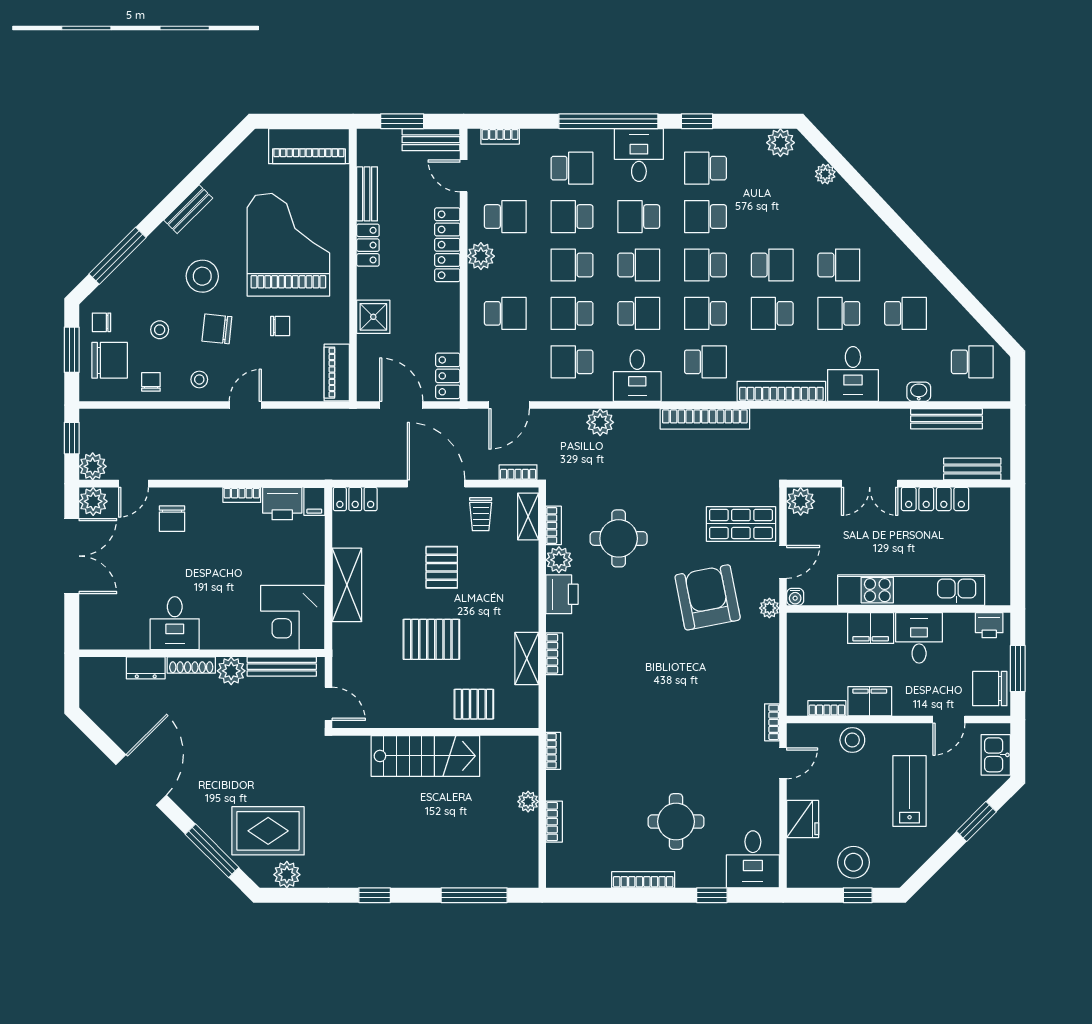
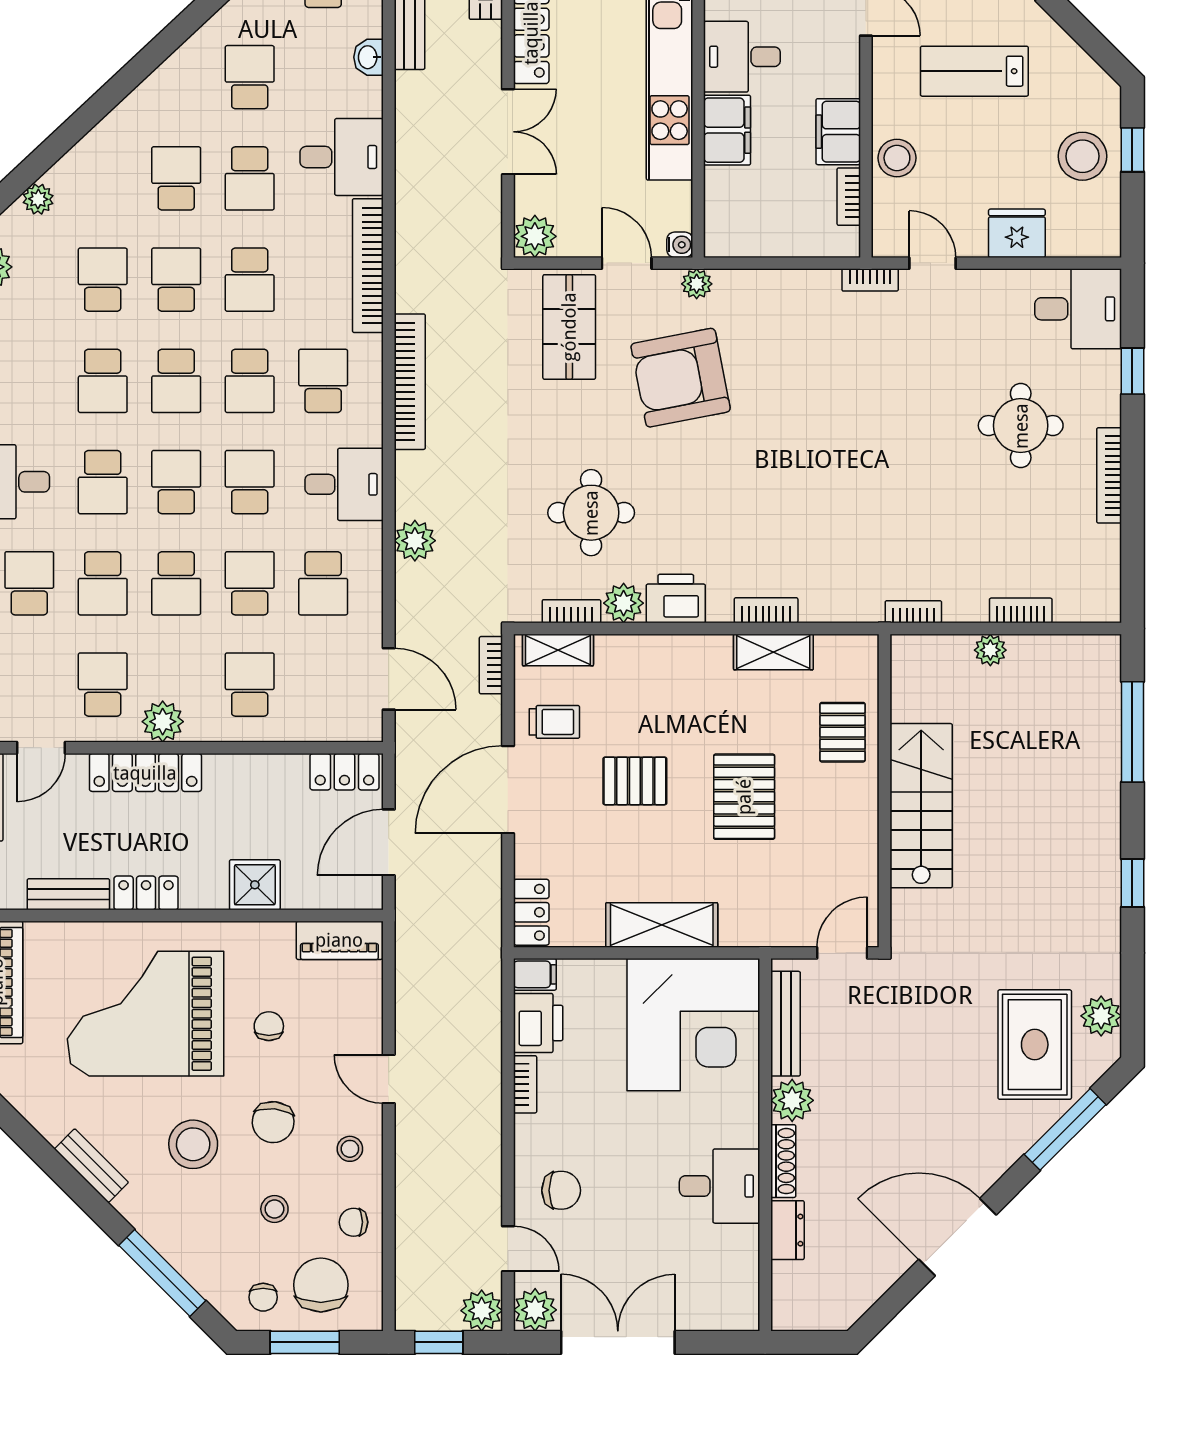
school desk: (705, 168) -> (103, 280), moved, turned 180
school desk: (572, 313) -> (250, 583), turned 180
corner desk: (293, 617) -> (693, 1025), width x1.36, depth x1.36

